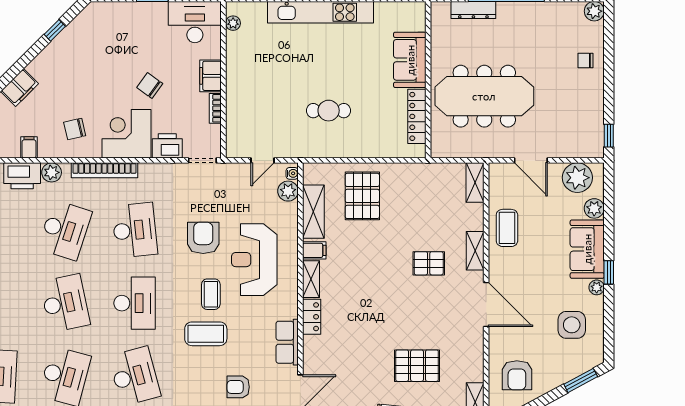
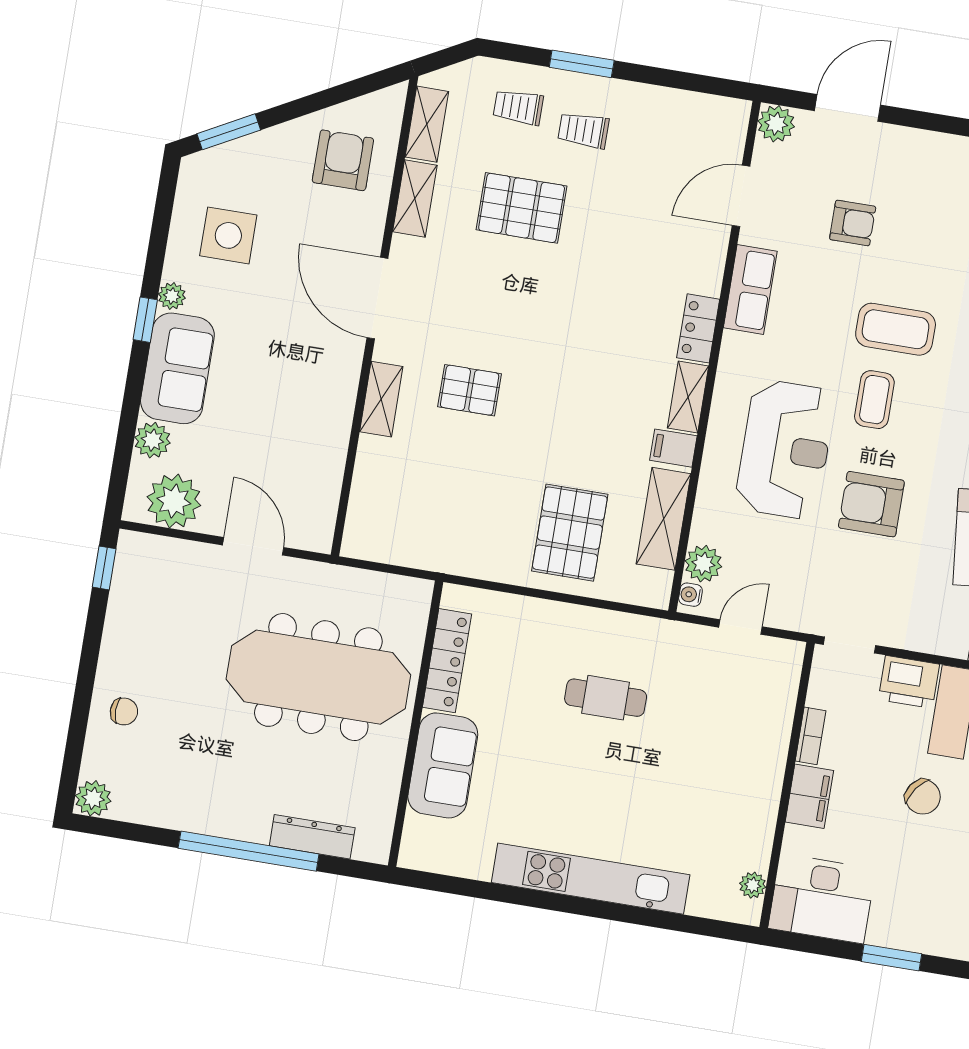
shelving: (475, 183) -> (415, 199), moved
coffee table: (507, 228) -> (317, 431), removed
armchair: (203, 238) -> (871, 504), turned 90

